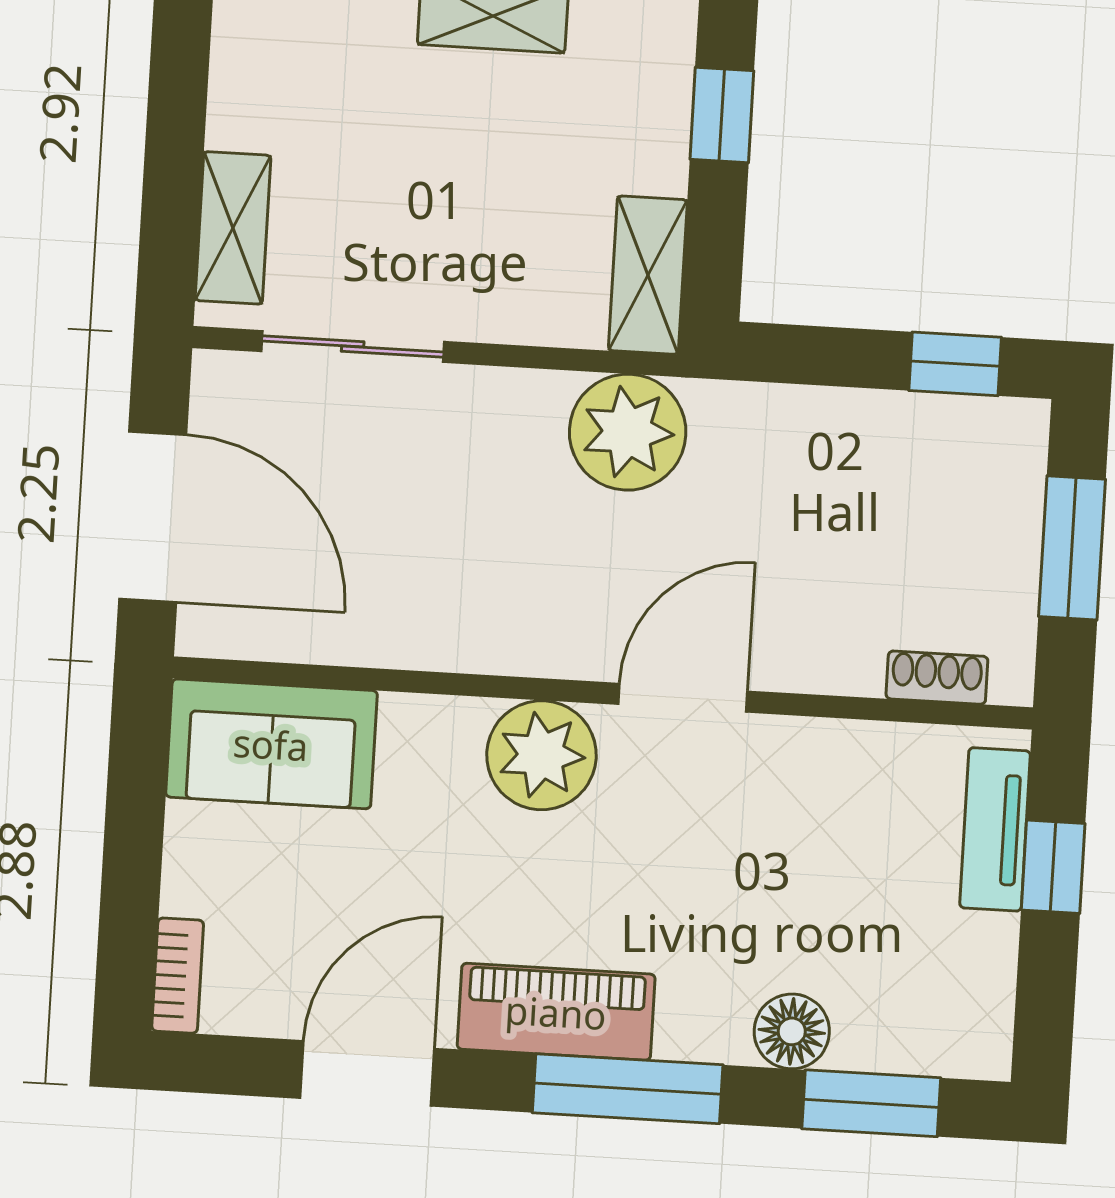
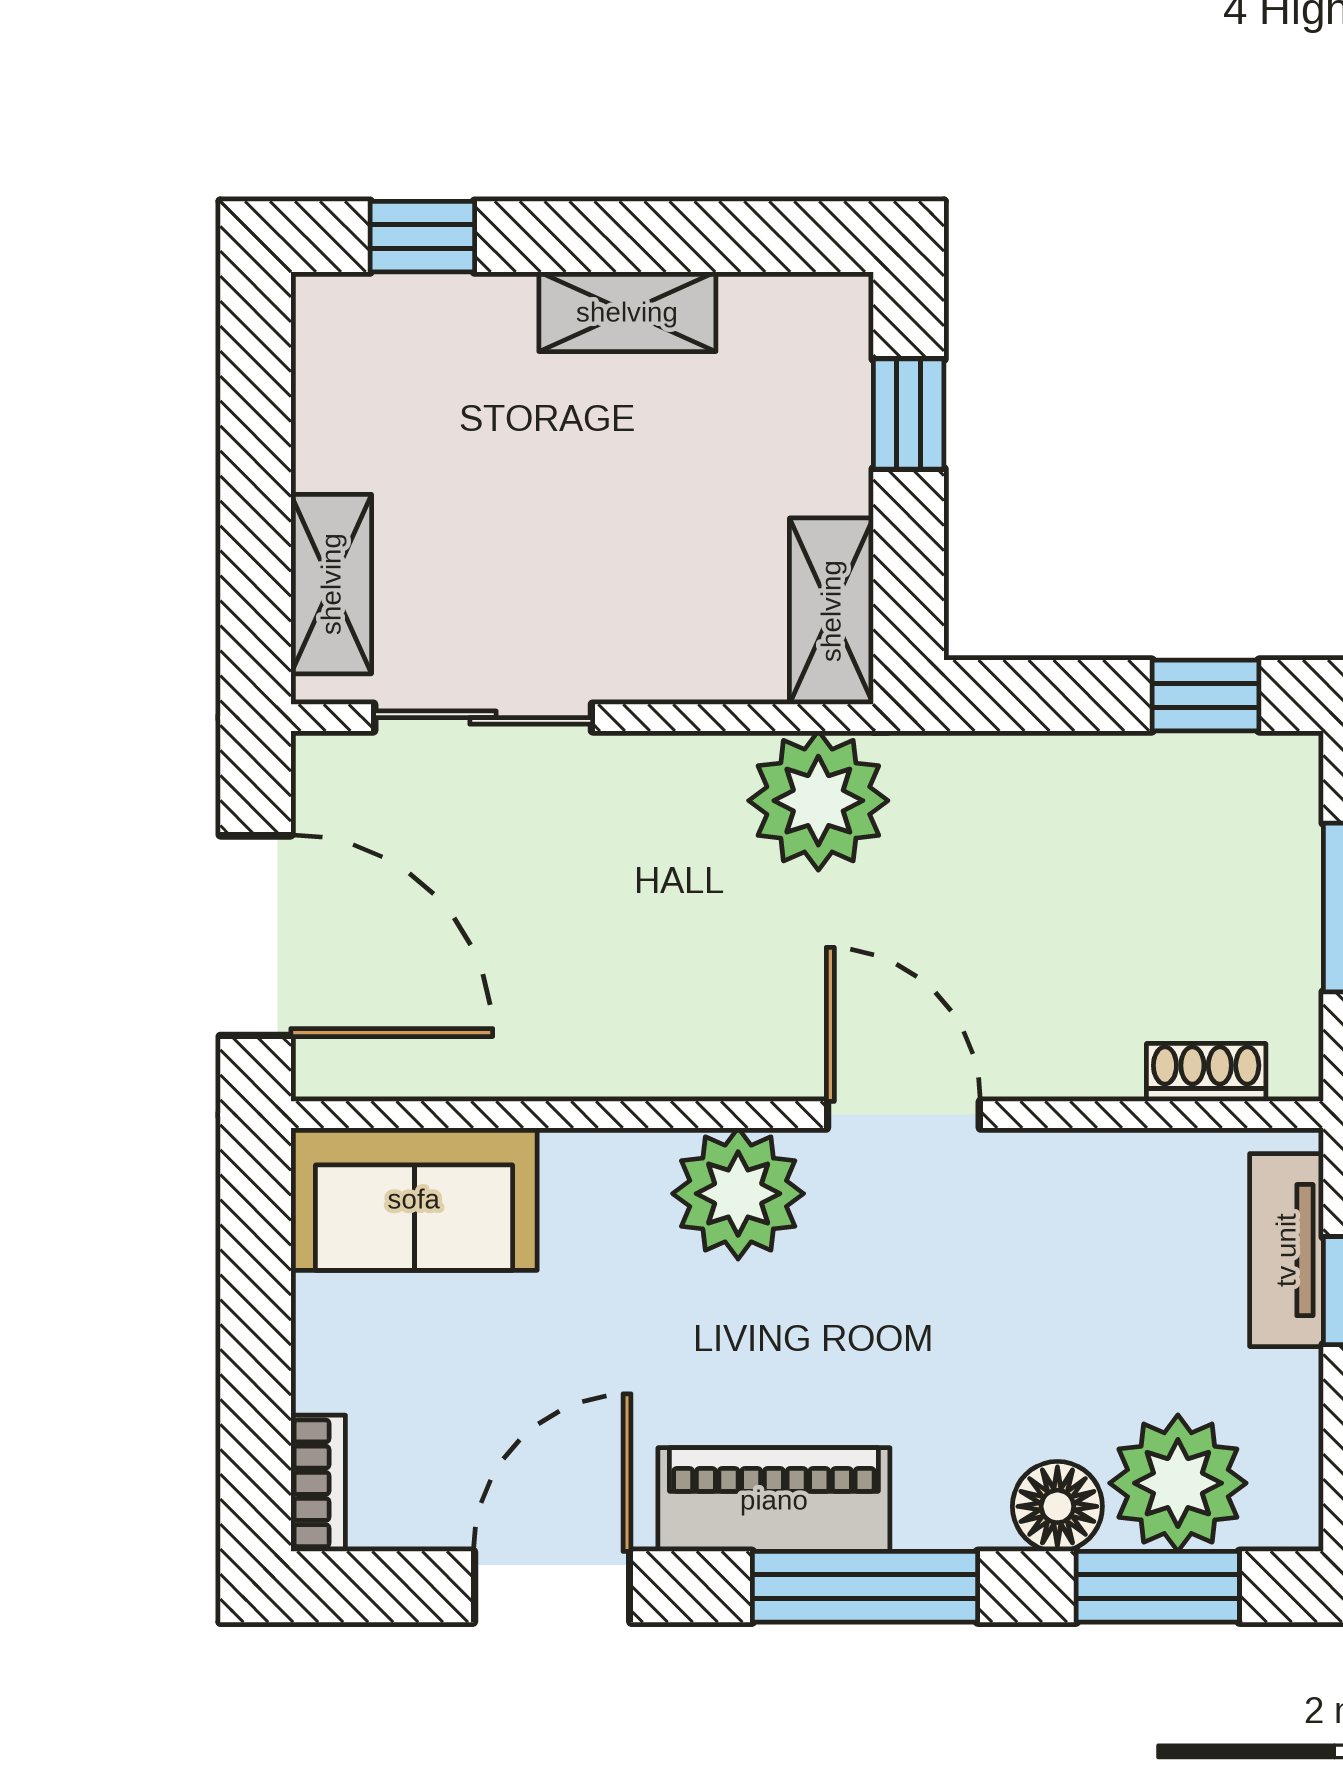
door: (683, 698) -> (903, 1115), hinge flipped
plant: (893, 1018) -> (1178, 1483), added

